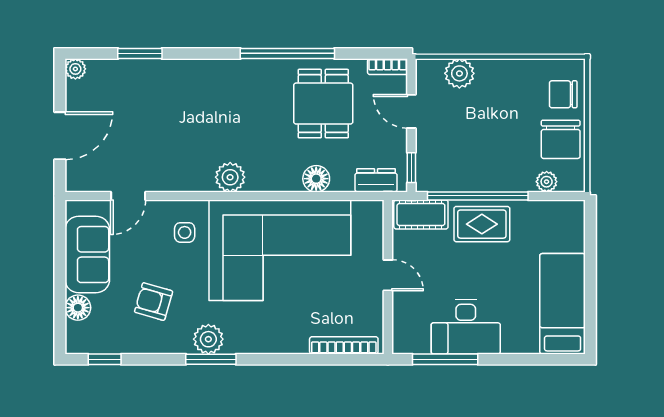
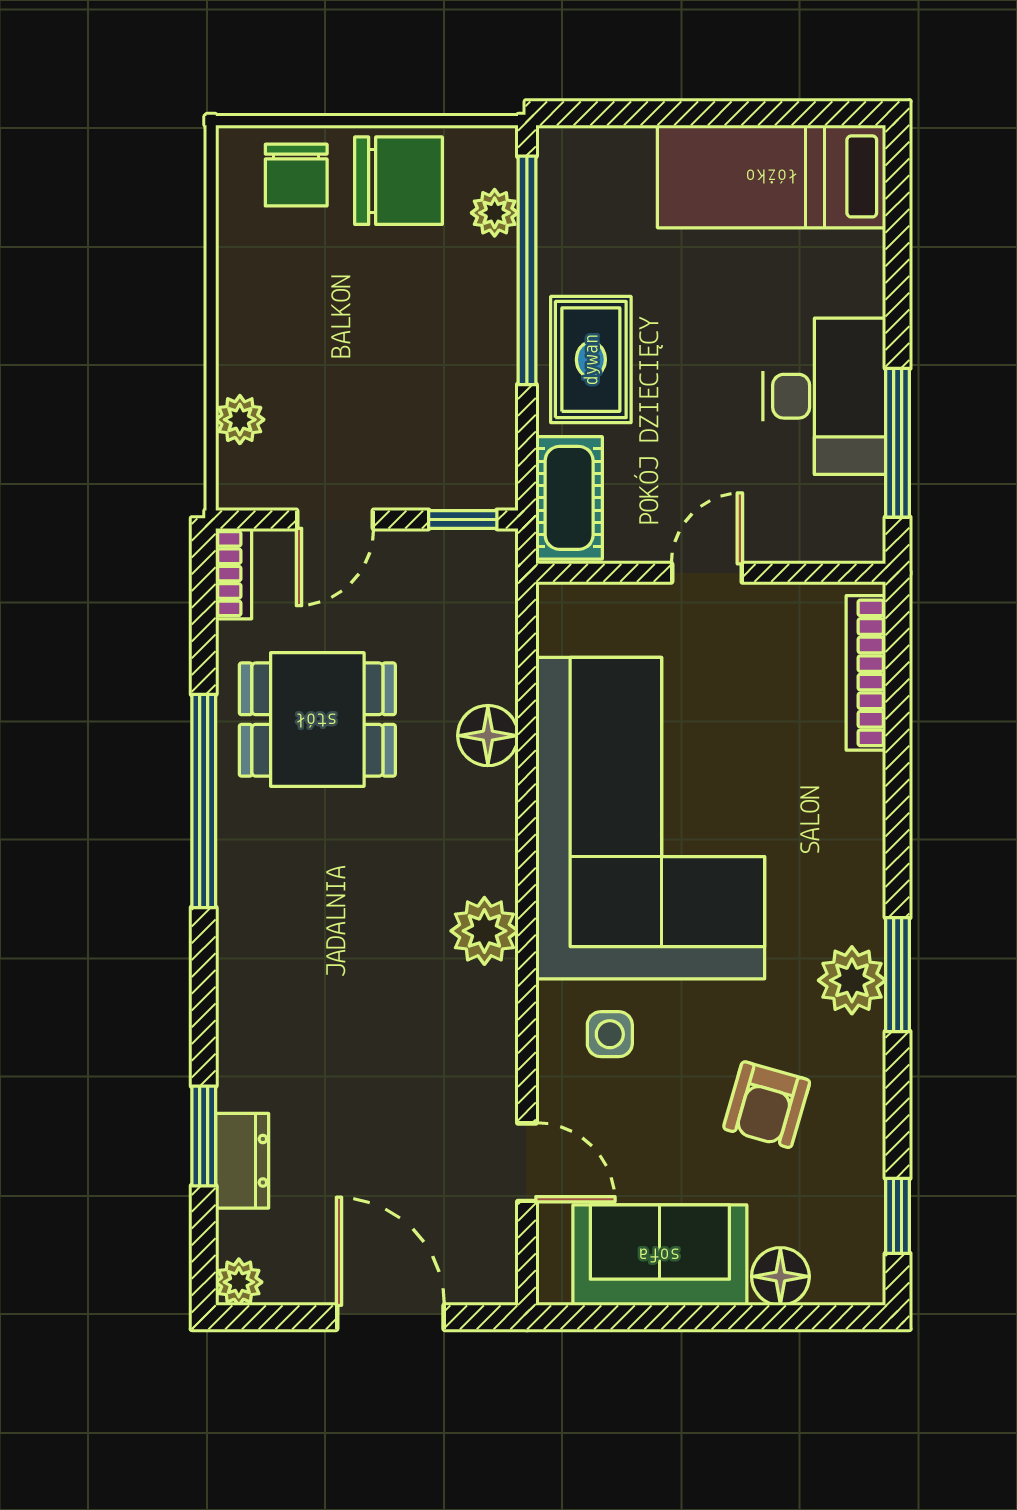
plant: (459, 73) -> (240, 420), width x0.73, depth x0.73
dresser: (376, 180) -> (242, 1161), moved, turned 180
window: (478, 196) -> (527, 270), moved

